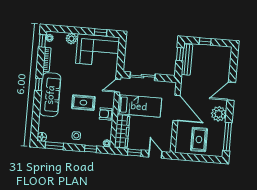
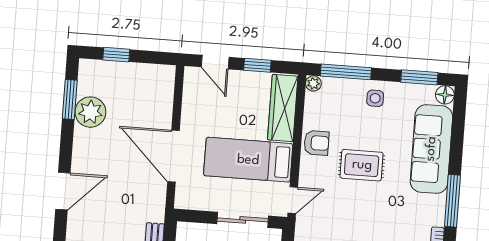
window: (39, 84) -> (452, 201), width x2.17
sofa: (50, 95) -> (431, 149), moved
plant: (219, 114) -> (90, 112), moved
window: (227, 137) -> (70, 99), width x0.69
rug: (199, 140) -> (127, 93), removed
window: (91, 149) -> (346, 72), width x2.17
window: (204, 159) -> (116, 55), added

